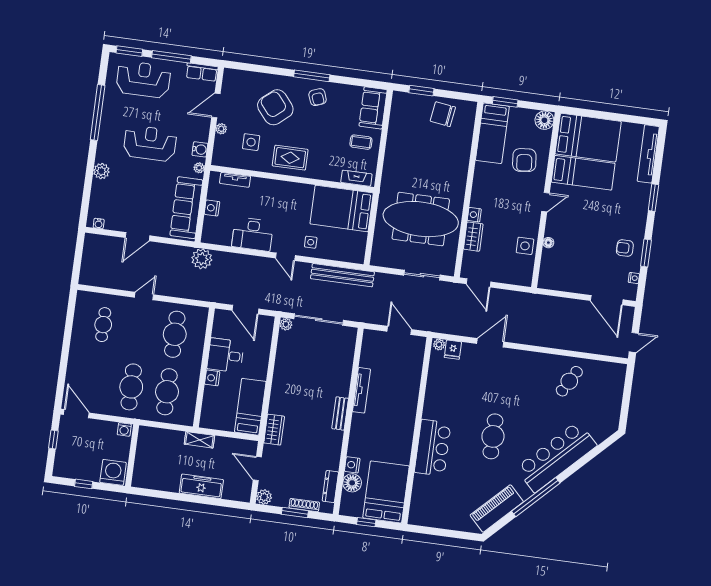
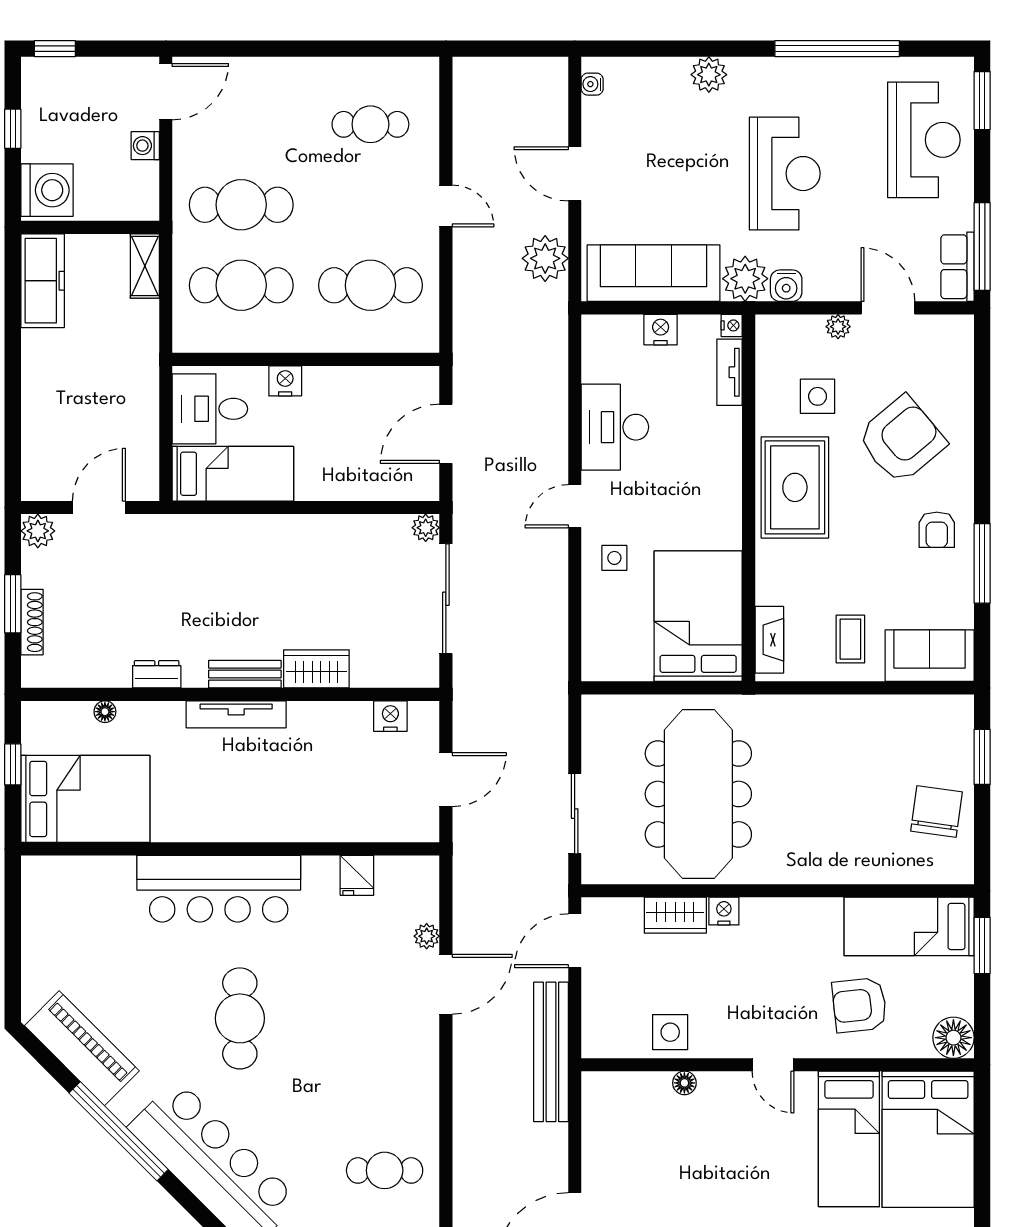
window: (171, 57) -> (982, 246), moved
window: (312, 76) -> (982, 563), moved
armchair: (318, 97) -> (937, 530), turned -69
rug: (290, 158) -> (795, 487), width x1.36, depth x1.43
plant: (199, 168) -> (745, 279), width x1.88, depth x1.88
nightstand: (214, 176) -> (732, 325), added
plant: (202, 259) -> (545, 258), moved
bench: (342, 275) -> (551, 1052), moved
door: (490, 343) -> (446, 984), hinge flipped
plant: (439, 345) -> (427, 936), moved
fridge: (453, 350) -> (357, 875), moved, turned -90
desk: (225, 355) -> (210, 409), moved, turned -90
cafe table: (569, 381) -> (385, 1170), turned -30
tv unit: (361, 390) -> (236, 714), moved
washing machine: (124, 429) -> (145, 146), moved
wardrobe: (274, 430) -> (316, 669), moved, turned 180
cafe table: (493, 436) -> (240, 1018), turned 90
window: (53, 440) -> (55, 49), moved
shelving: (199, 440) -> (145, 266), moved
bar counter: (433, 448) -> (219, 889), width x1.36
nightstand: (352, 465) -> (390, 716), moved
floor lamp: (352, 483) -> (105, 712), width x0.53, depth x0.53
freezer: (201, 486) -> (43, 281), moved
dresser: (330, 486) -> (157, 674), moved, width x0.70

